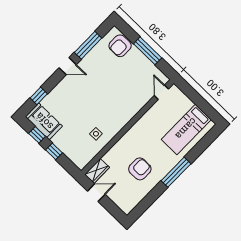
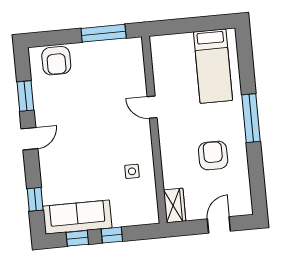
window: (88, 45) -> (25, 96), width x0.69
window: (148, 51) -> (104, 33), moved
door: (161, 92) -> (152, 107), moved
sofa: (44, 121) -> (77, 217), width x1.36
door: (96, 193) -> (219, 225), moved

